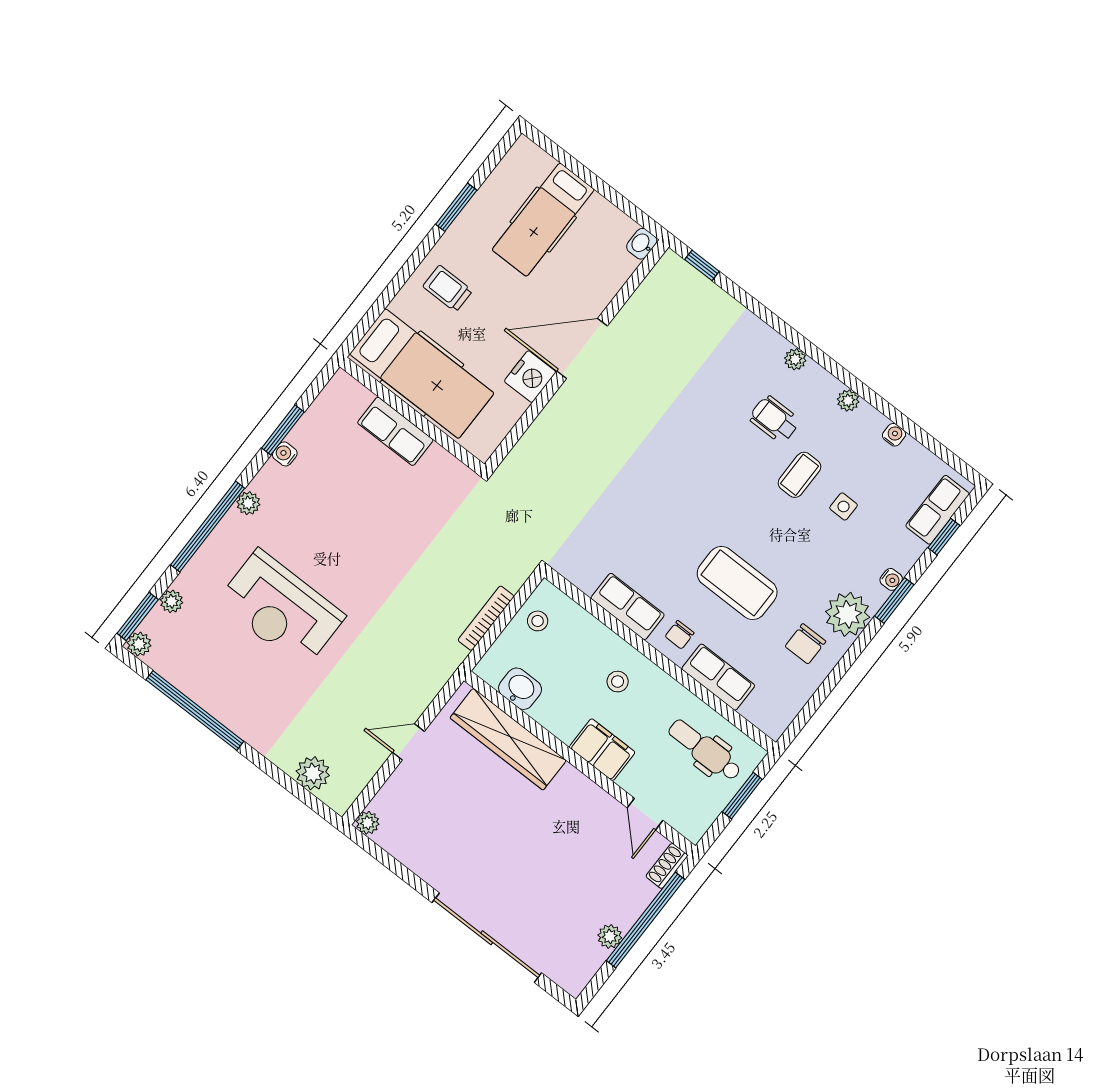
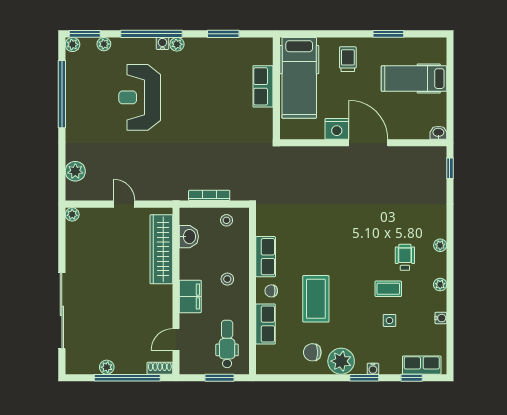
water cooler: (285, 454) -> (162, 43), moved

